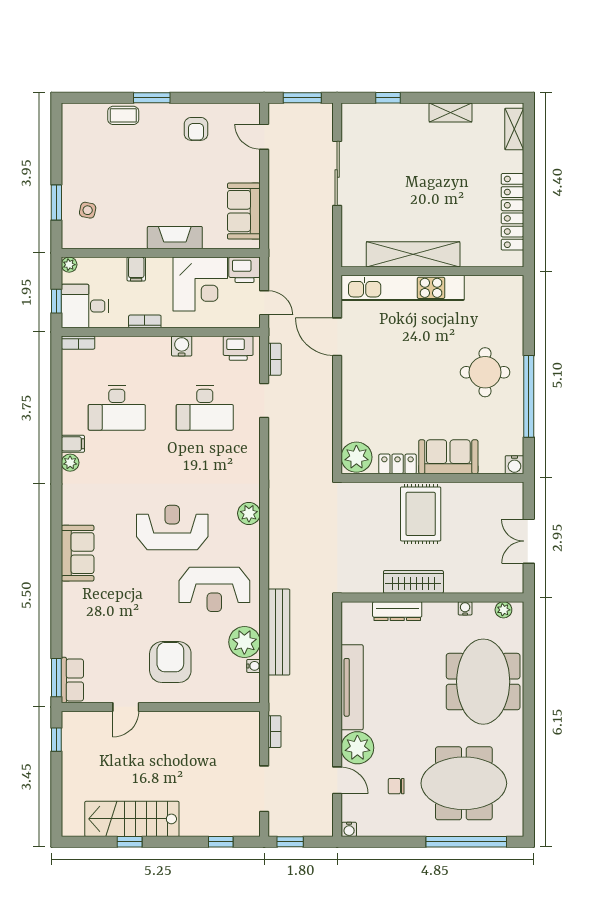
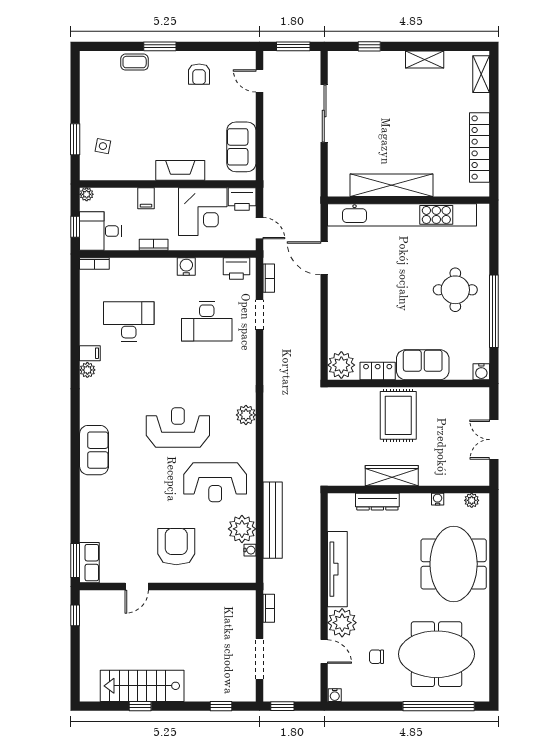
kitchen unit: (403, 288) -> (402, 215), width x1.36
desk: (117, 408) -> (129, 321), turned 180

